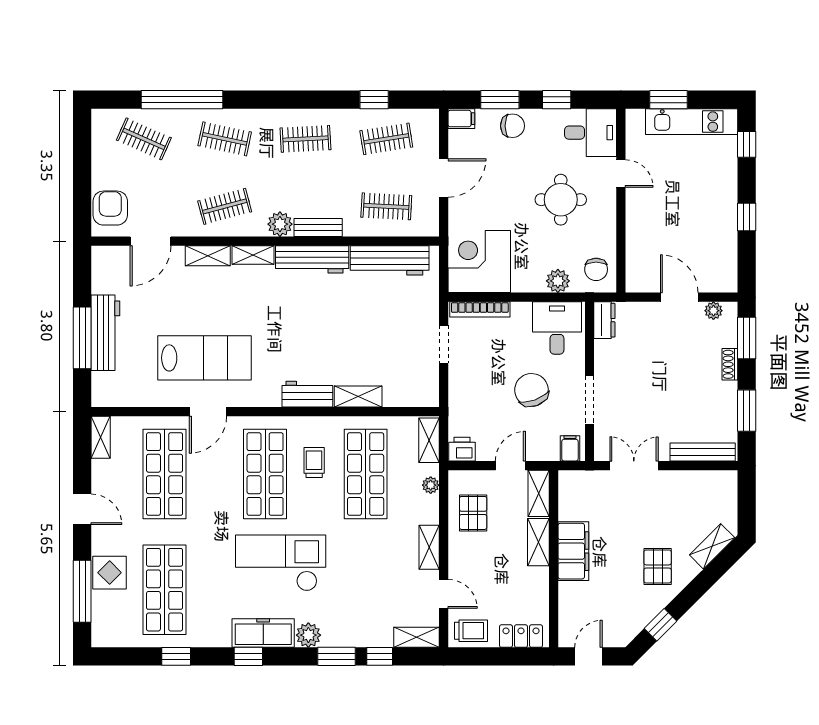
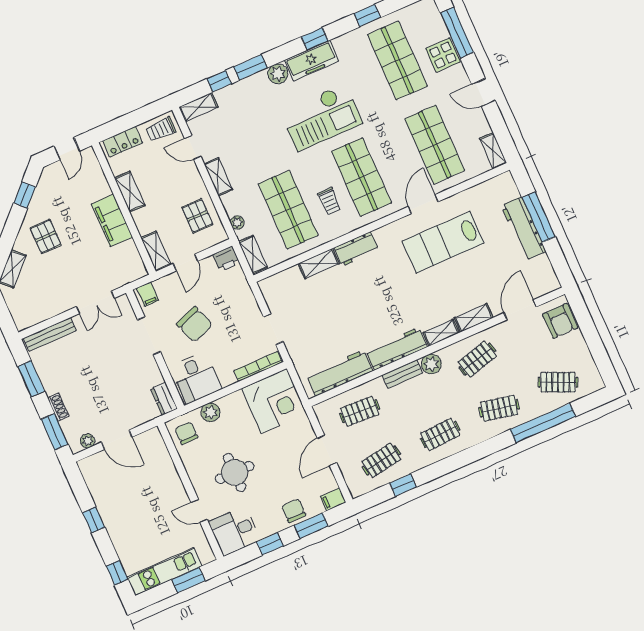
chair: (513, 126) -> (294, 511), turned 90
shelving: (538, 542) -> (130, 192), moved

